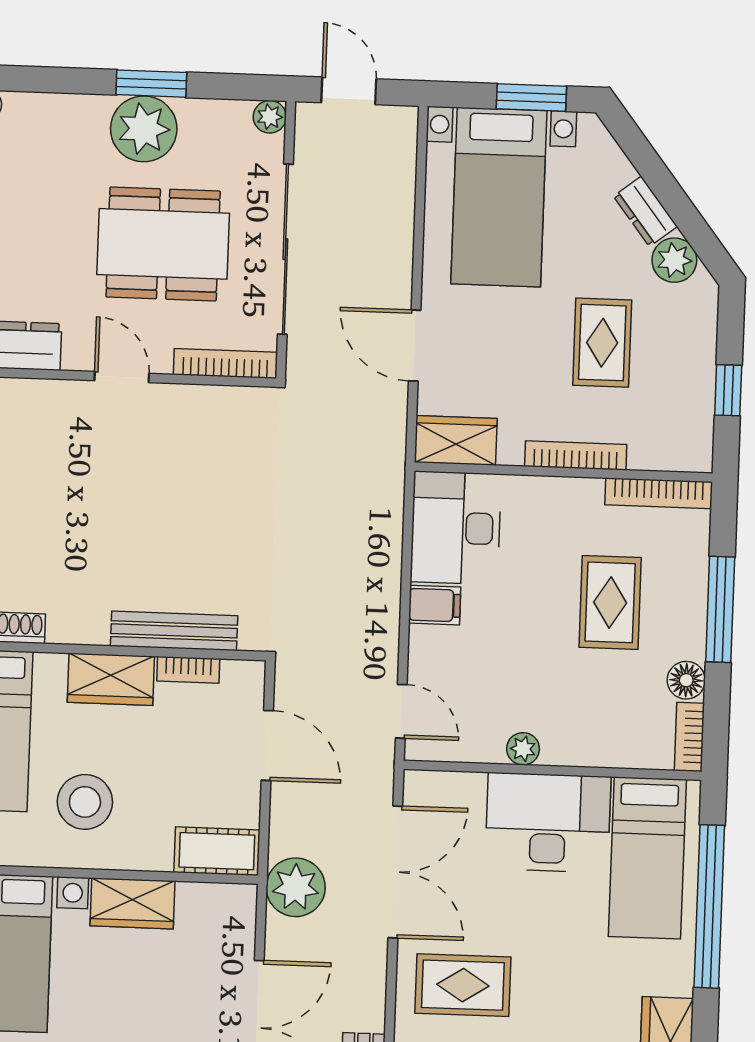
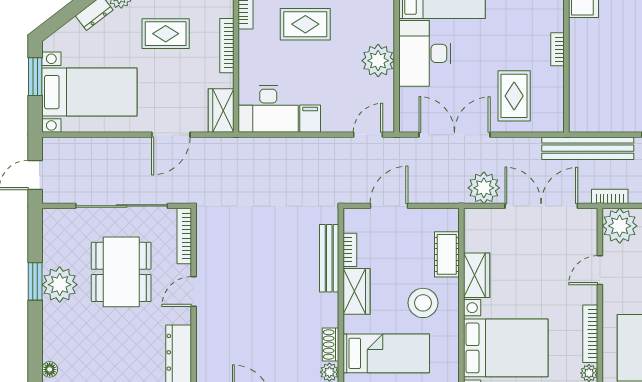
plant: (270, 117) -> (51, 217), removed
plant: (523, 749) -> (378, 61), width x1.88, depth x1.88
cot: (217, 851) -> (447, 254), moved
plant: (296, 887) -> (484, 188), moved

